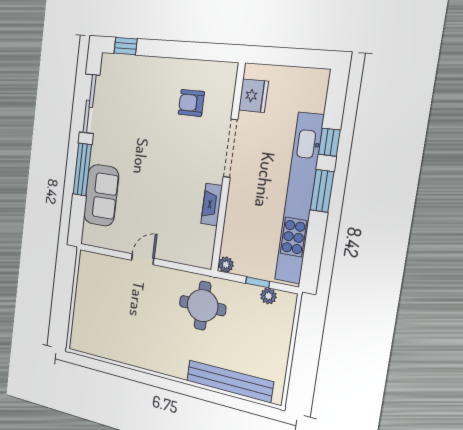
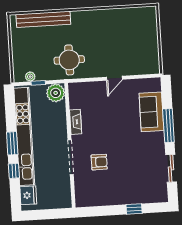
window: (126, 46) -> (134, 209), moved
fridge: (253, 96) -> (28, 195), moved, turned 180
armchair: (191, 103) -> (99, 162), moved
sliding door: (90, 104) -> (171, 168), width x0.73
plant: (226, 265) -> (56, 93), width x1.88, depth x1.88

